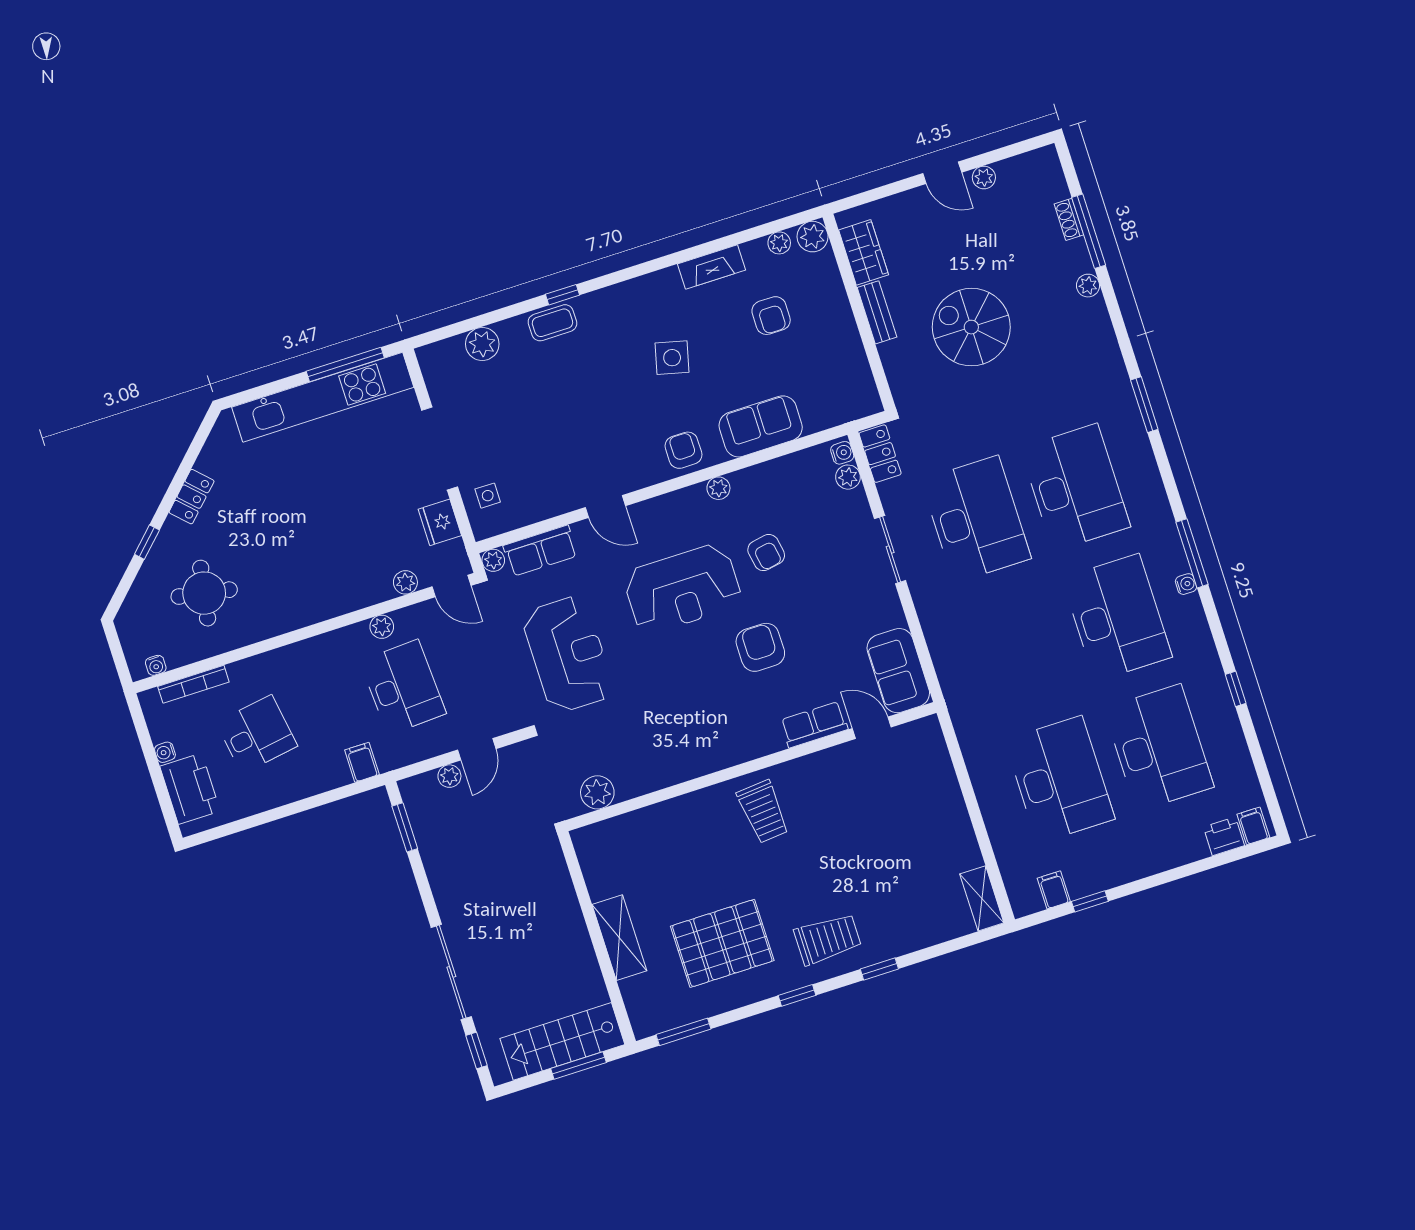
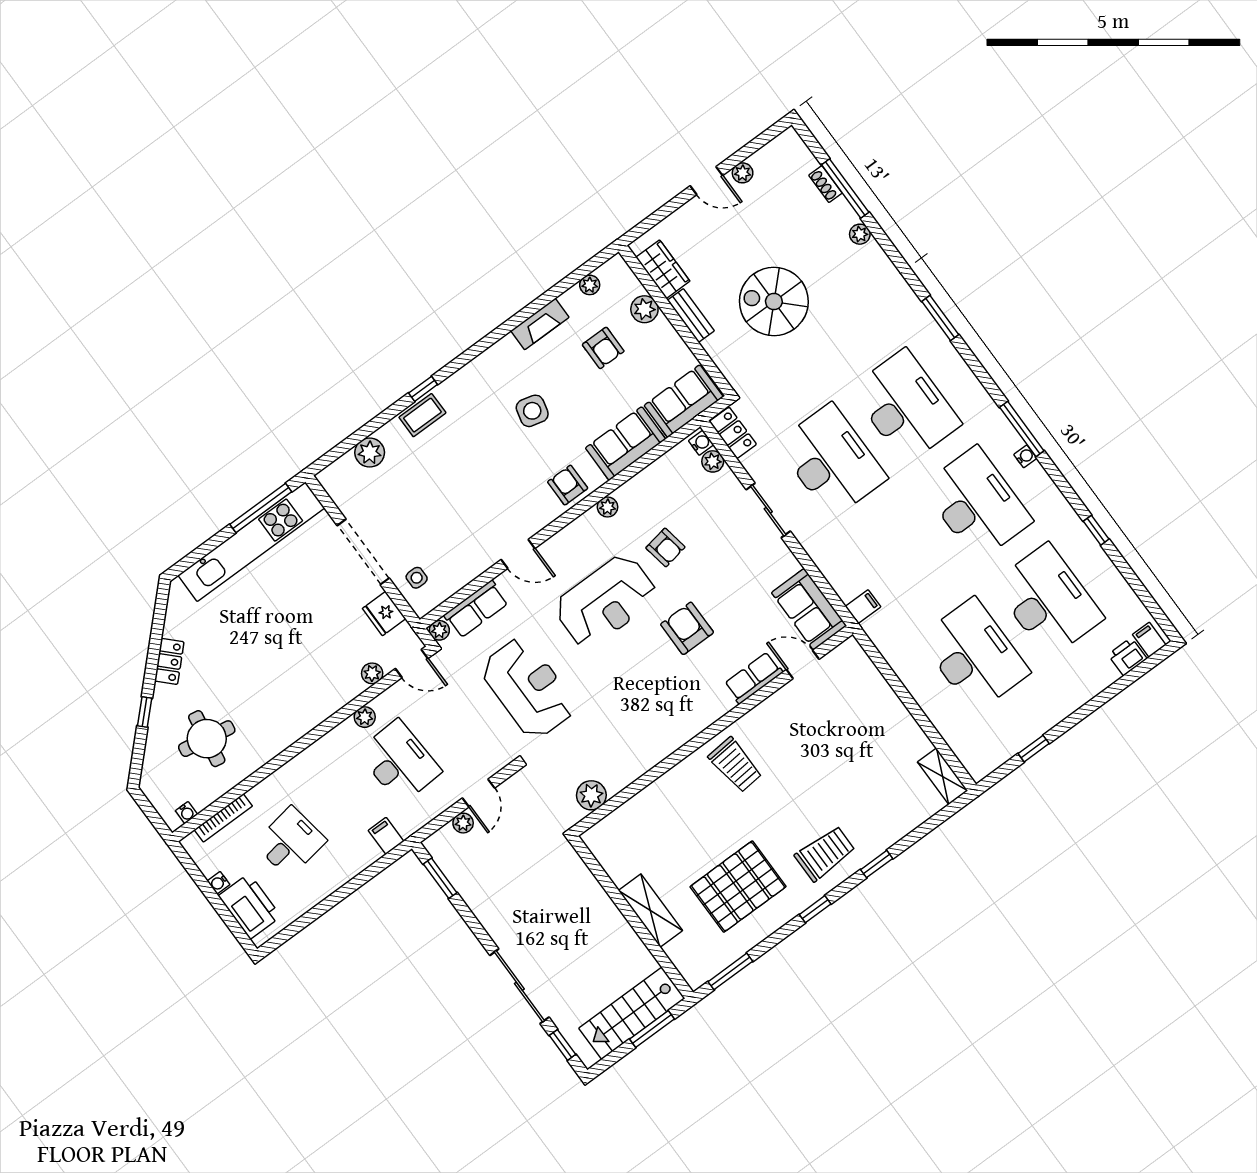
plant: (813, 237) -> (644, 309), moved
sofa: (838, 402) -> (684, 401), added
filing cabinet: (1054, 890) -> (863, 607), moved, turned 90

